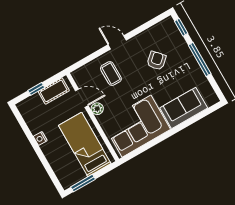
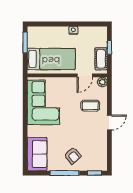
armchair: (156, 61) -> (73, 156), moved
sofa: (184, 108) -> (37, 154), moved
plant: (97, 109) -> (102, 82), moved

